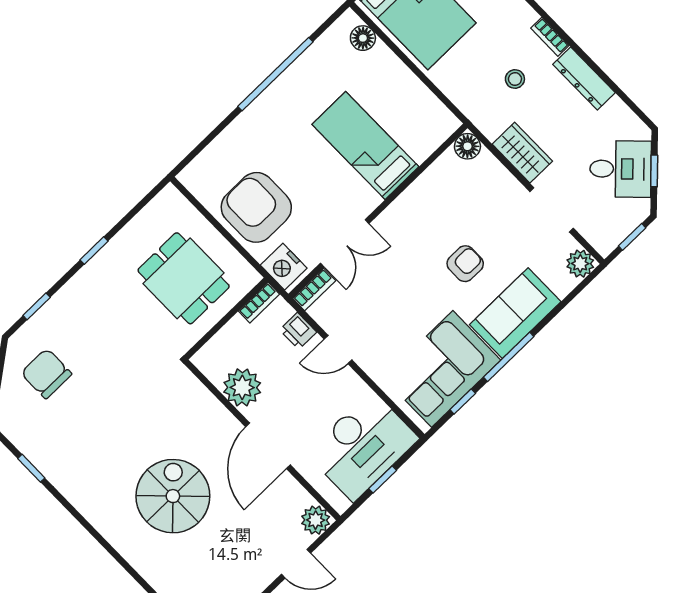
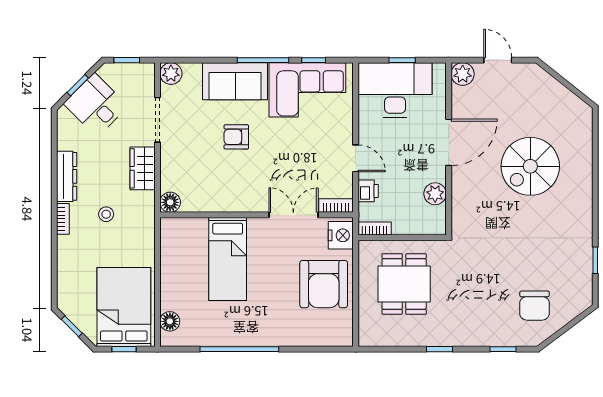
plant: (242, 387) -> (435, 194), width x0.73, depth x0.73

